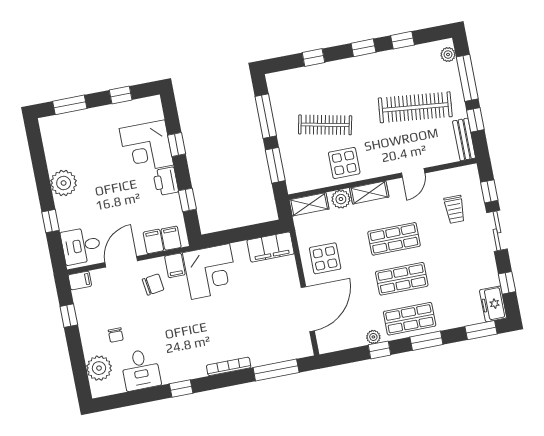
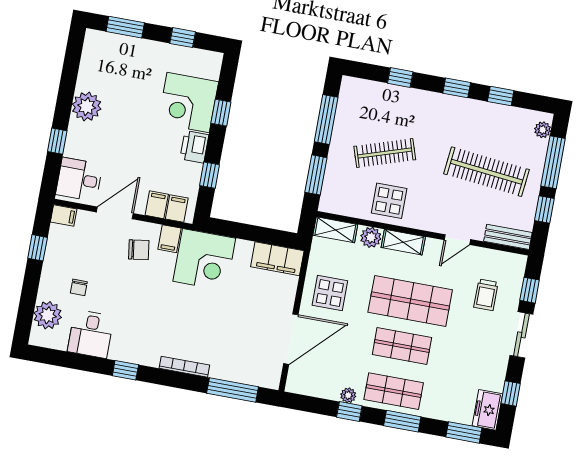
clothes rail: (325, 125) -> (385, 153), turned -30
bench: (464, 139) -> (508, 237), moved, turned 90
shop shelf: (394, 239) -> (410, 301), width x1.43, depth x1.36

